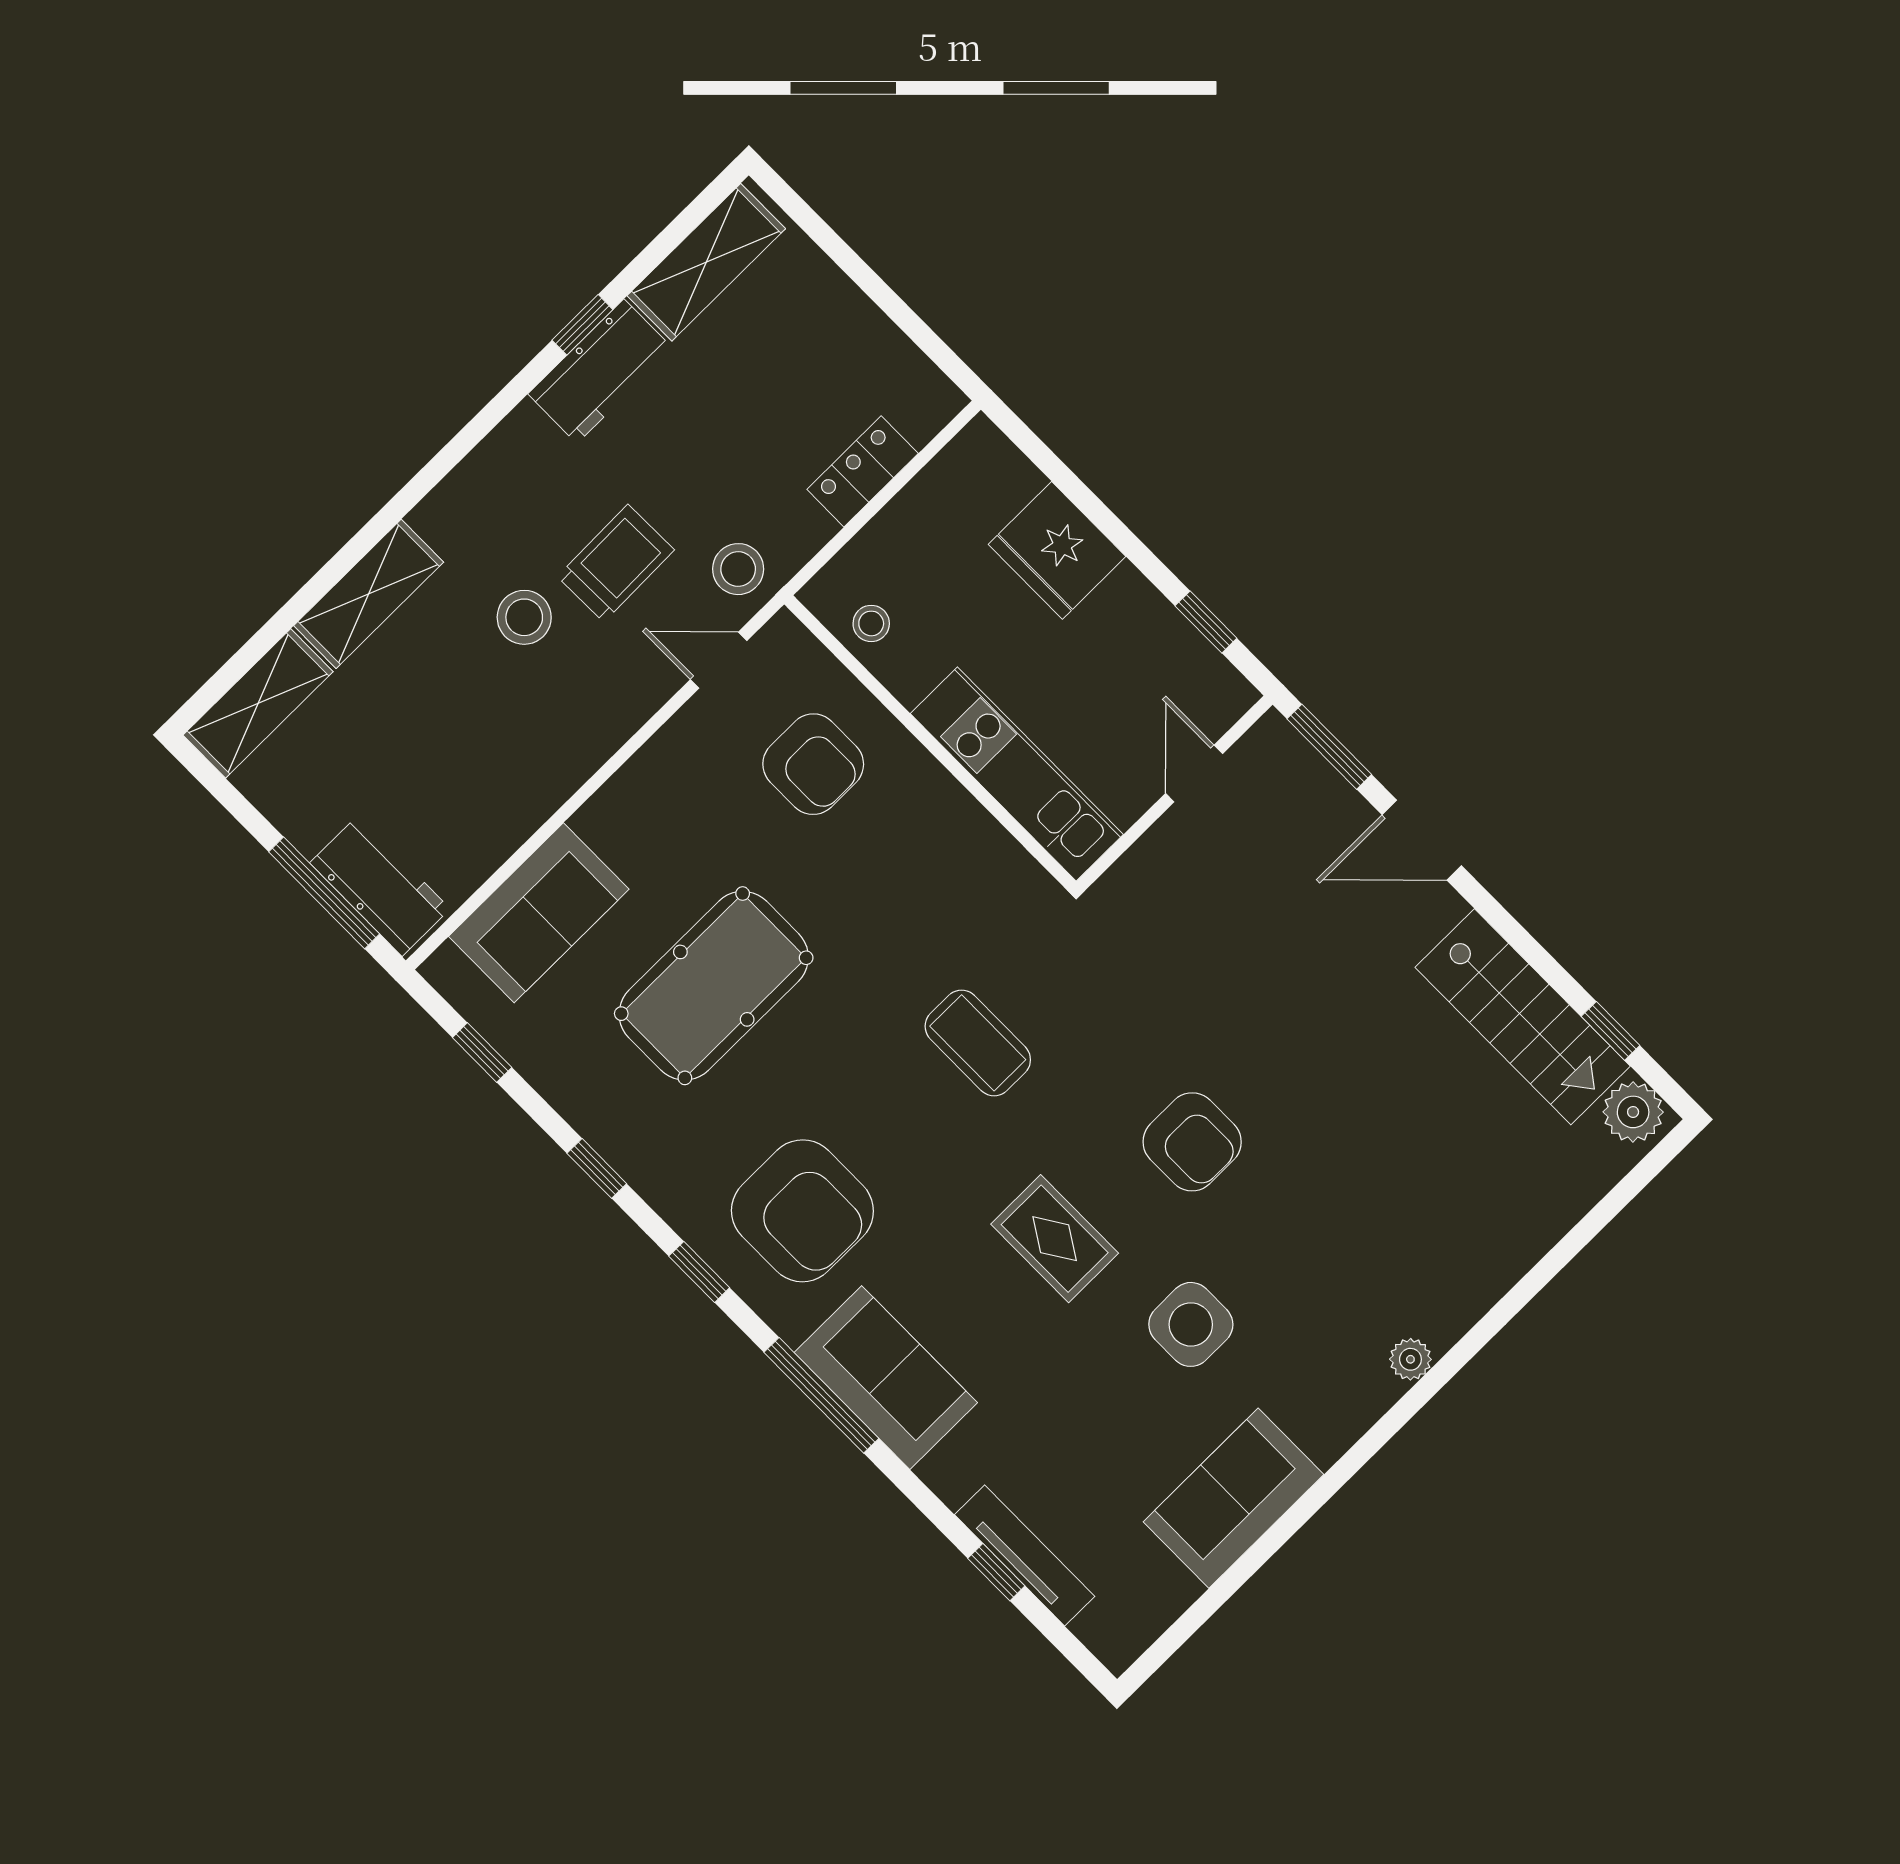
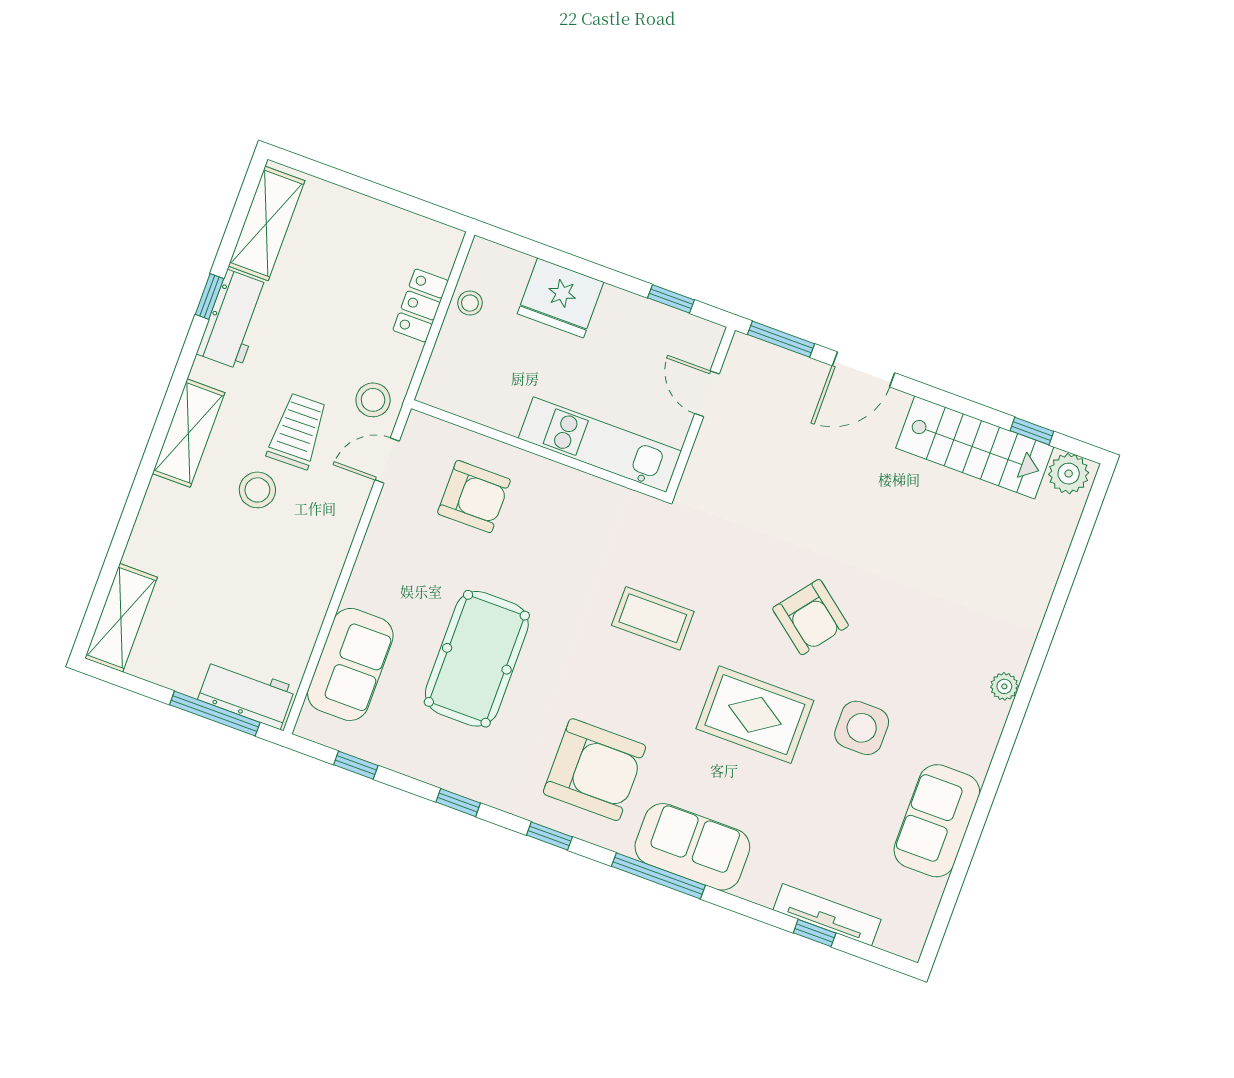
shelving: (369, 594) -> (189, 433), moved
stool: (871, 623) -> (470, 303), moved
armchair: (1192, 1142) -> (810, 617), turned 38
rug: (1055, 1239) -> (755, 715), width x1.36, depth x1.43

